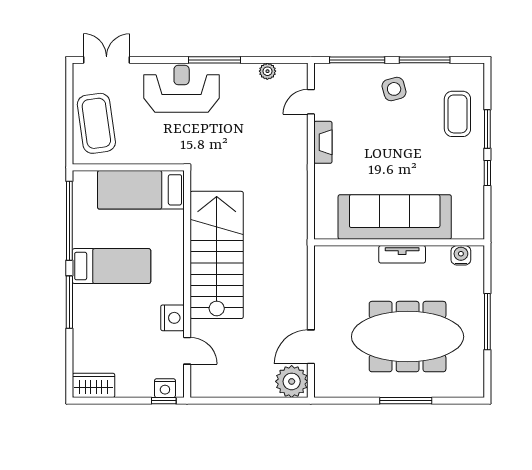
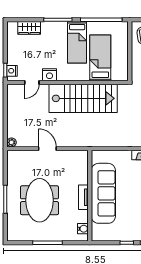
bed: (141, 190) -> (100, 58), moved
meeting table: (408, 337) -> (40, 200), width x0.73
door: (311, 347) -> (47, 149), moved
plant: (292, 381) -> (12, 142), width x0.53, depth x0.53
wardrobe: (94, 385) -> (29, 28), moved, turned 90

